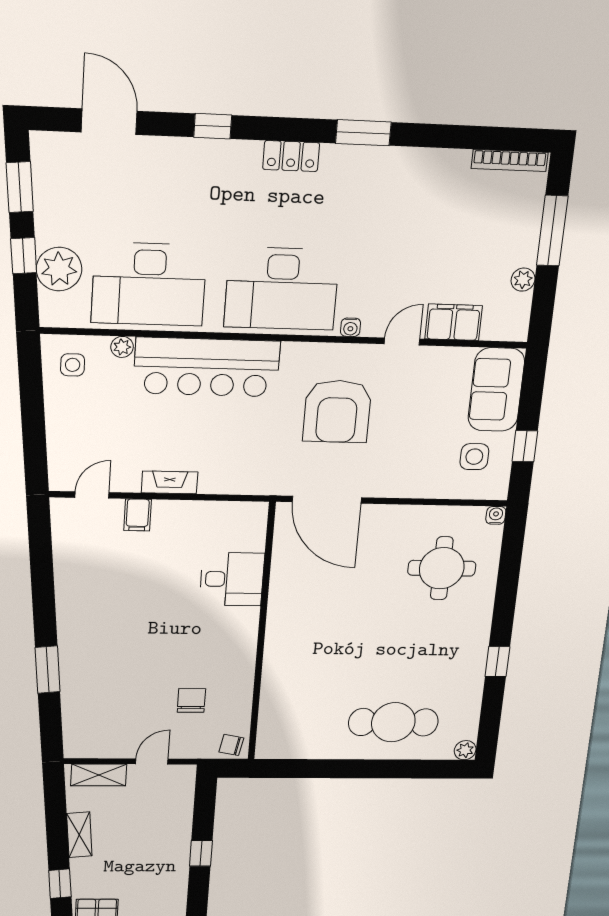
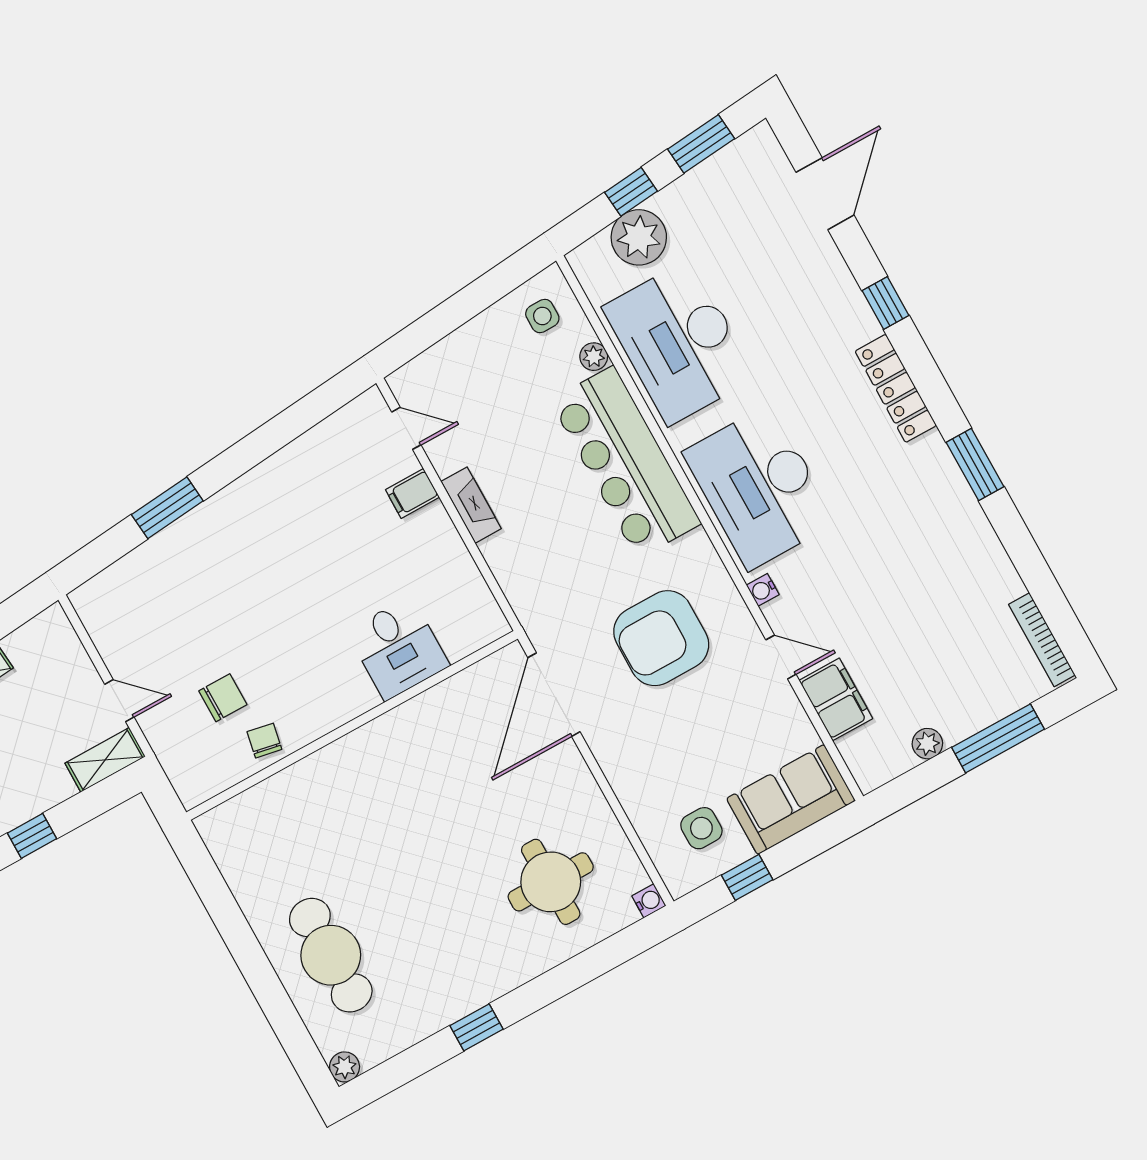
locker: (291, 156) -> (896, 388), width x1.53
chair: (231, 745) -> (264, 741), moved
shelving: (99, 775) -> (105, 760), moved, turned 90

